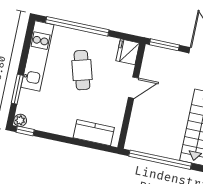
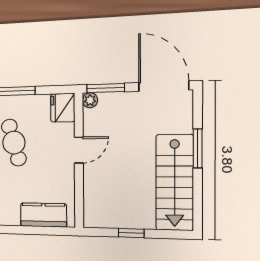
plant: (150, 51) -> (90, 100), added
window: (160, 160) -> (131, 233), width x0.32

